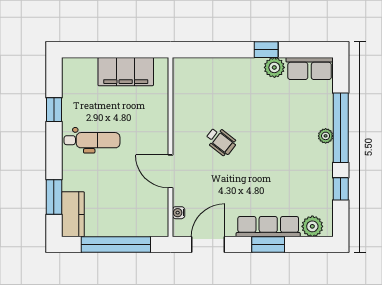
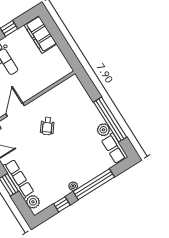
window: (266, 50) -> (110, 120), width x3.17
filing cabinet: (126, 72) -> (40, 34), moved
plant: (326, 136) -> (73, 186), moved

